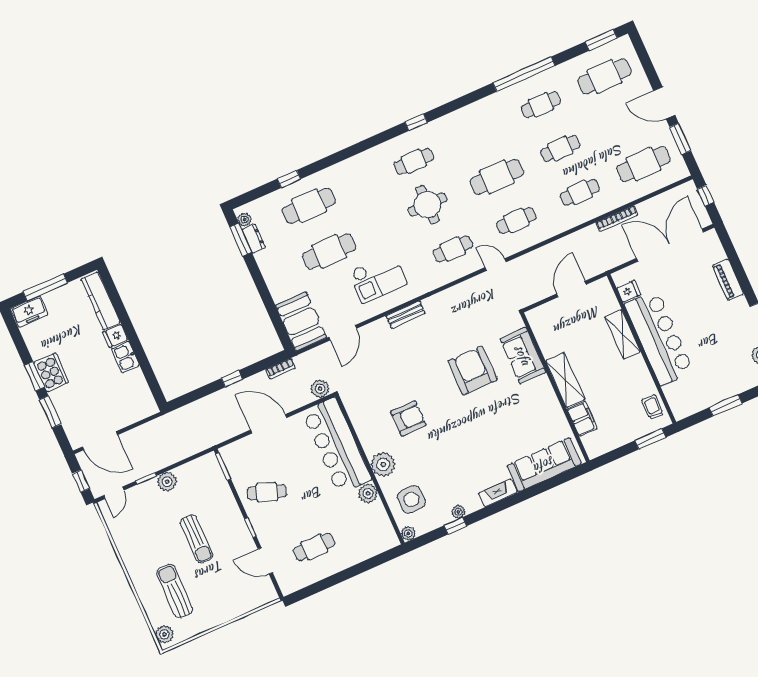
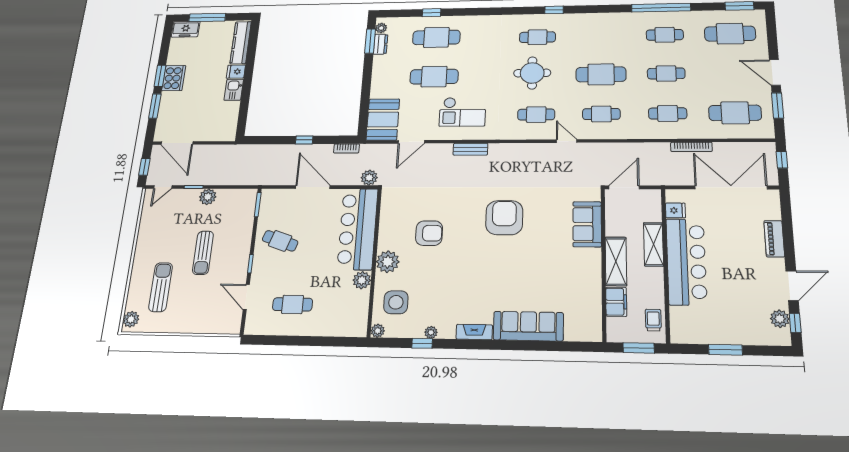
sofa: (523, 355) -> (587, 224), moved
shelving: (565, 380) -> (616, 261), moved
wall: (555, 387) -> (604, 263), moved
filing cabinet: (582, 419) -> (616, 302), moved

